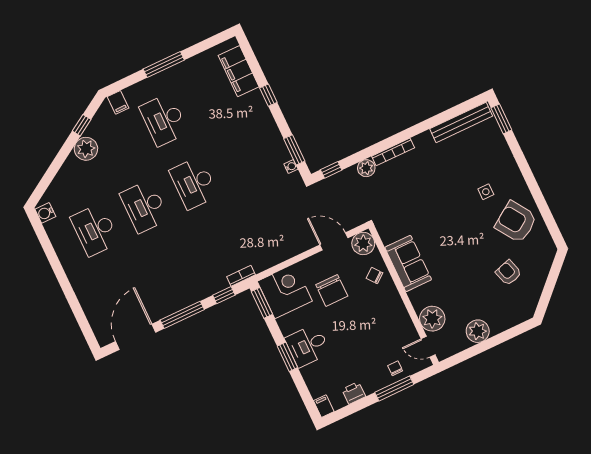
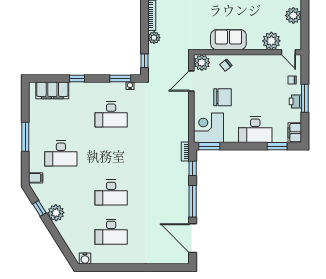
desk: (194, 183) -> (111, 115), moved
desk: (308, 346) -> (255, 130), width x1.37
door: (428, 347) -> (288, 52), hinge flipped
window: (287, 357) -> (277, 146), moved
window: (394, 388) -> (305, 98), moved
printer: (354, 393) -> (295, 101), moved
filing cabinet: (324, 406) -> (295, 133), width x2.00

